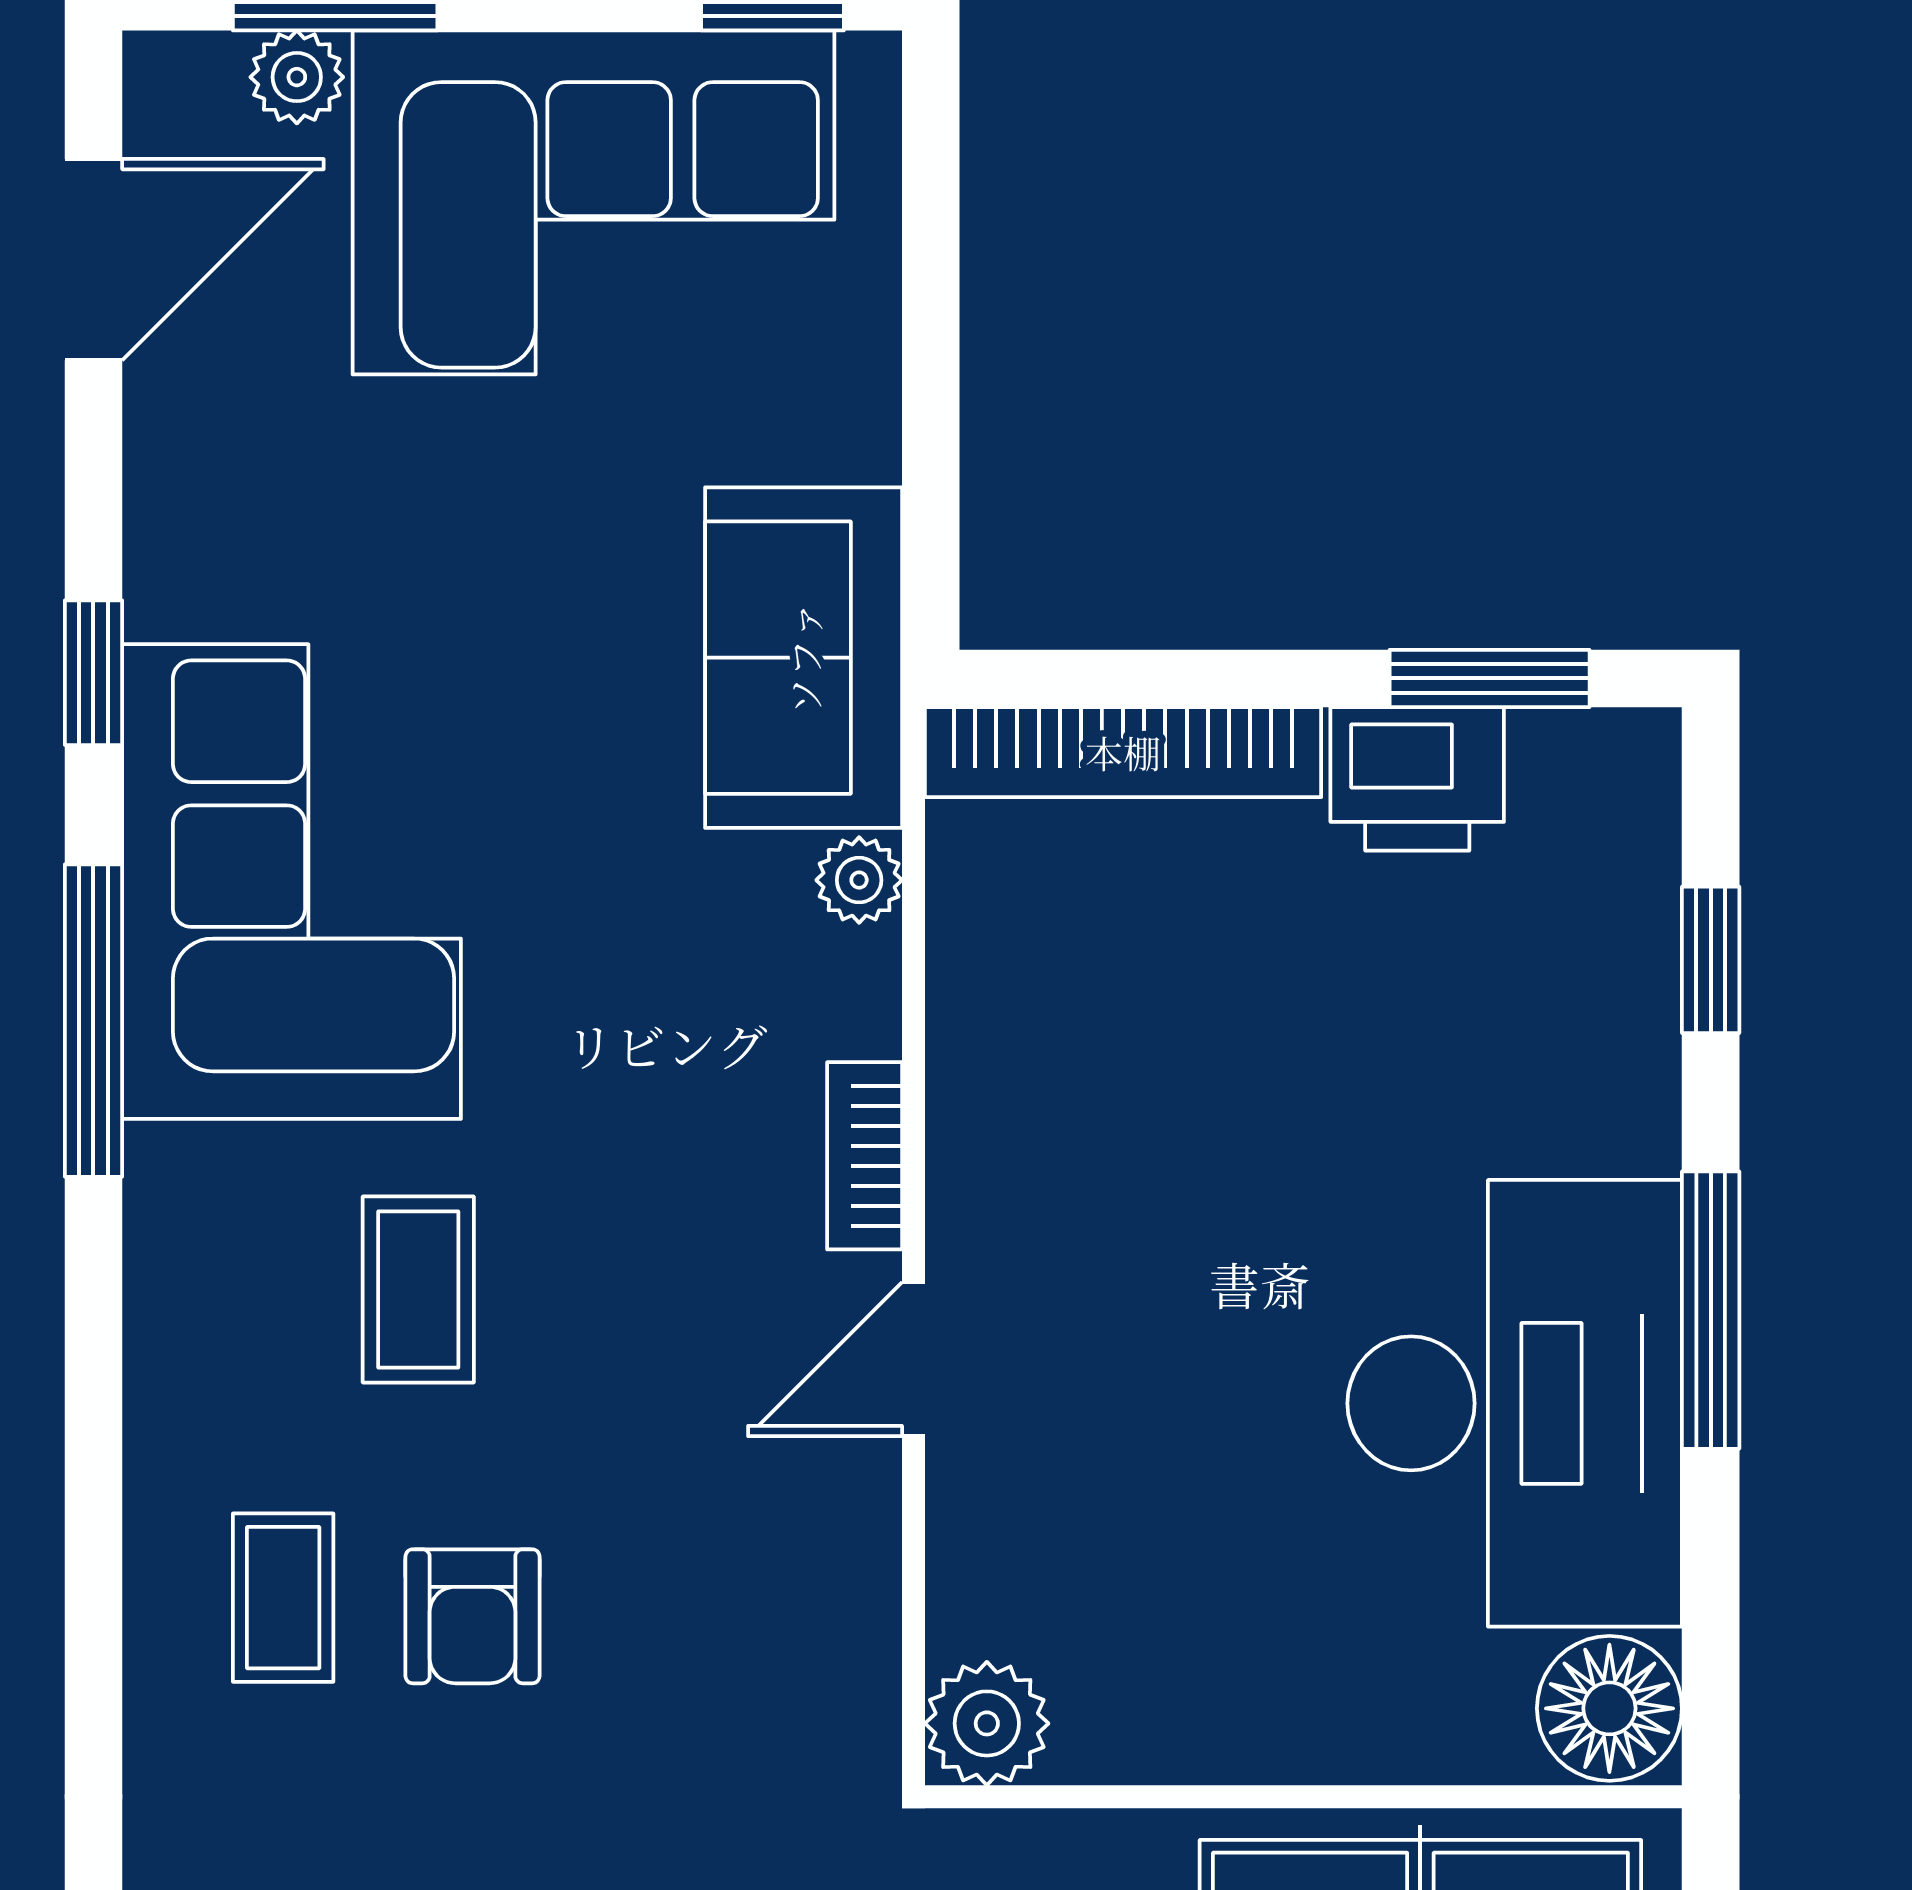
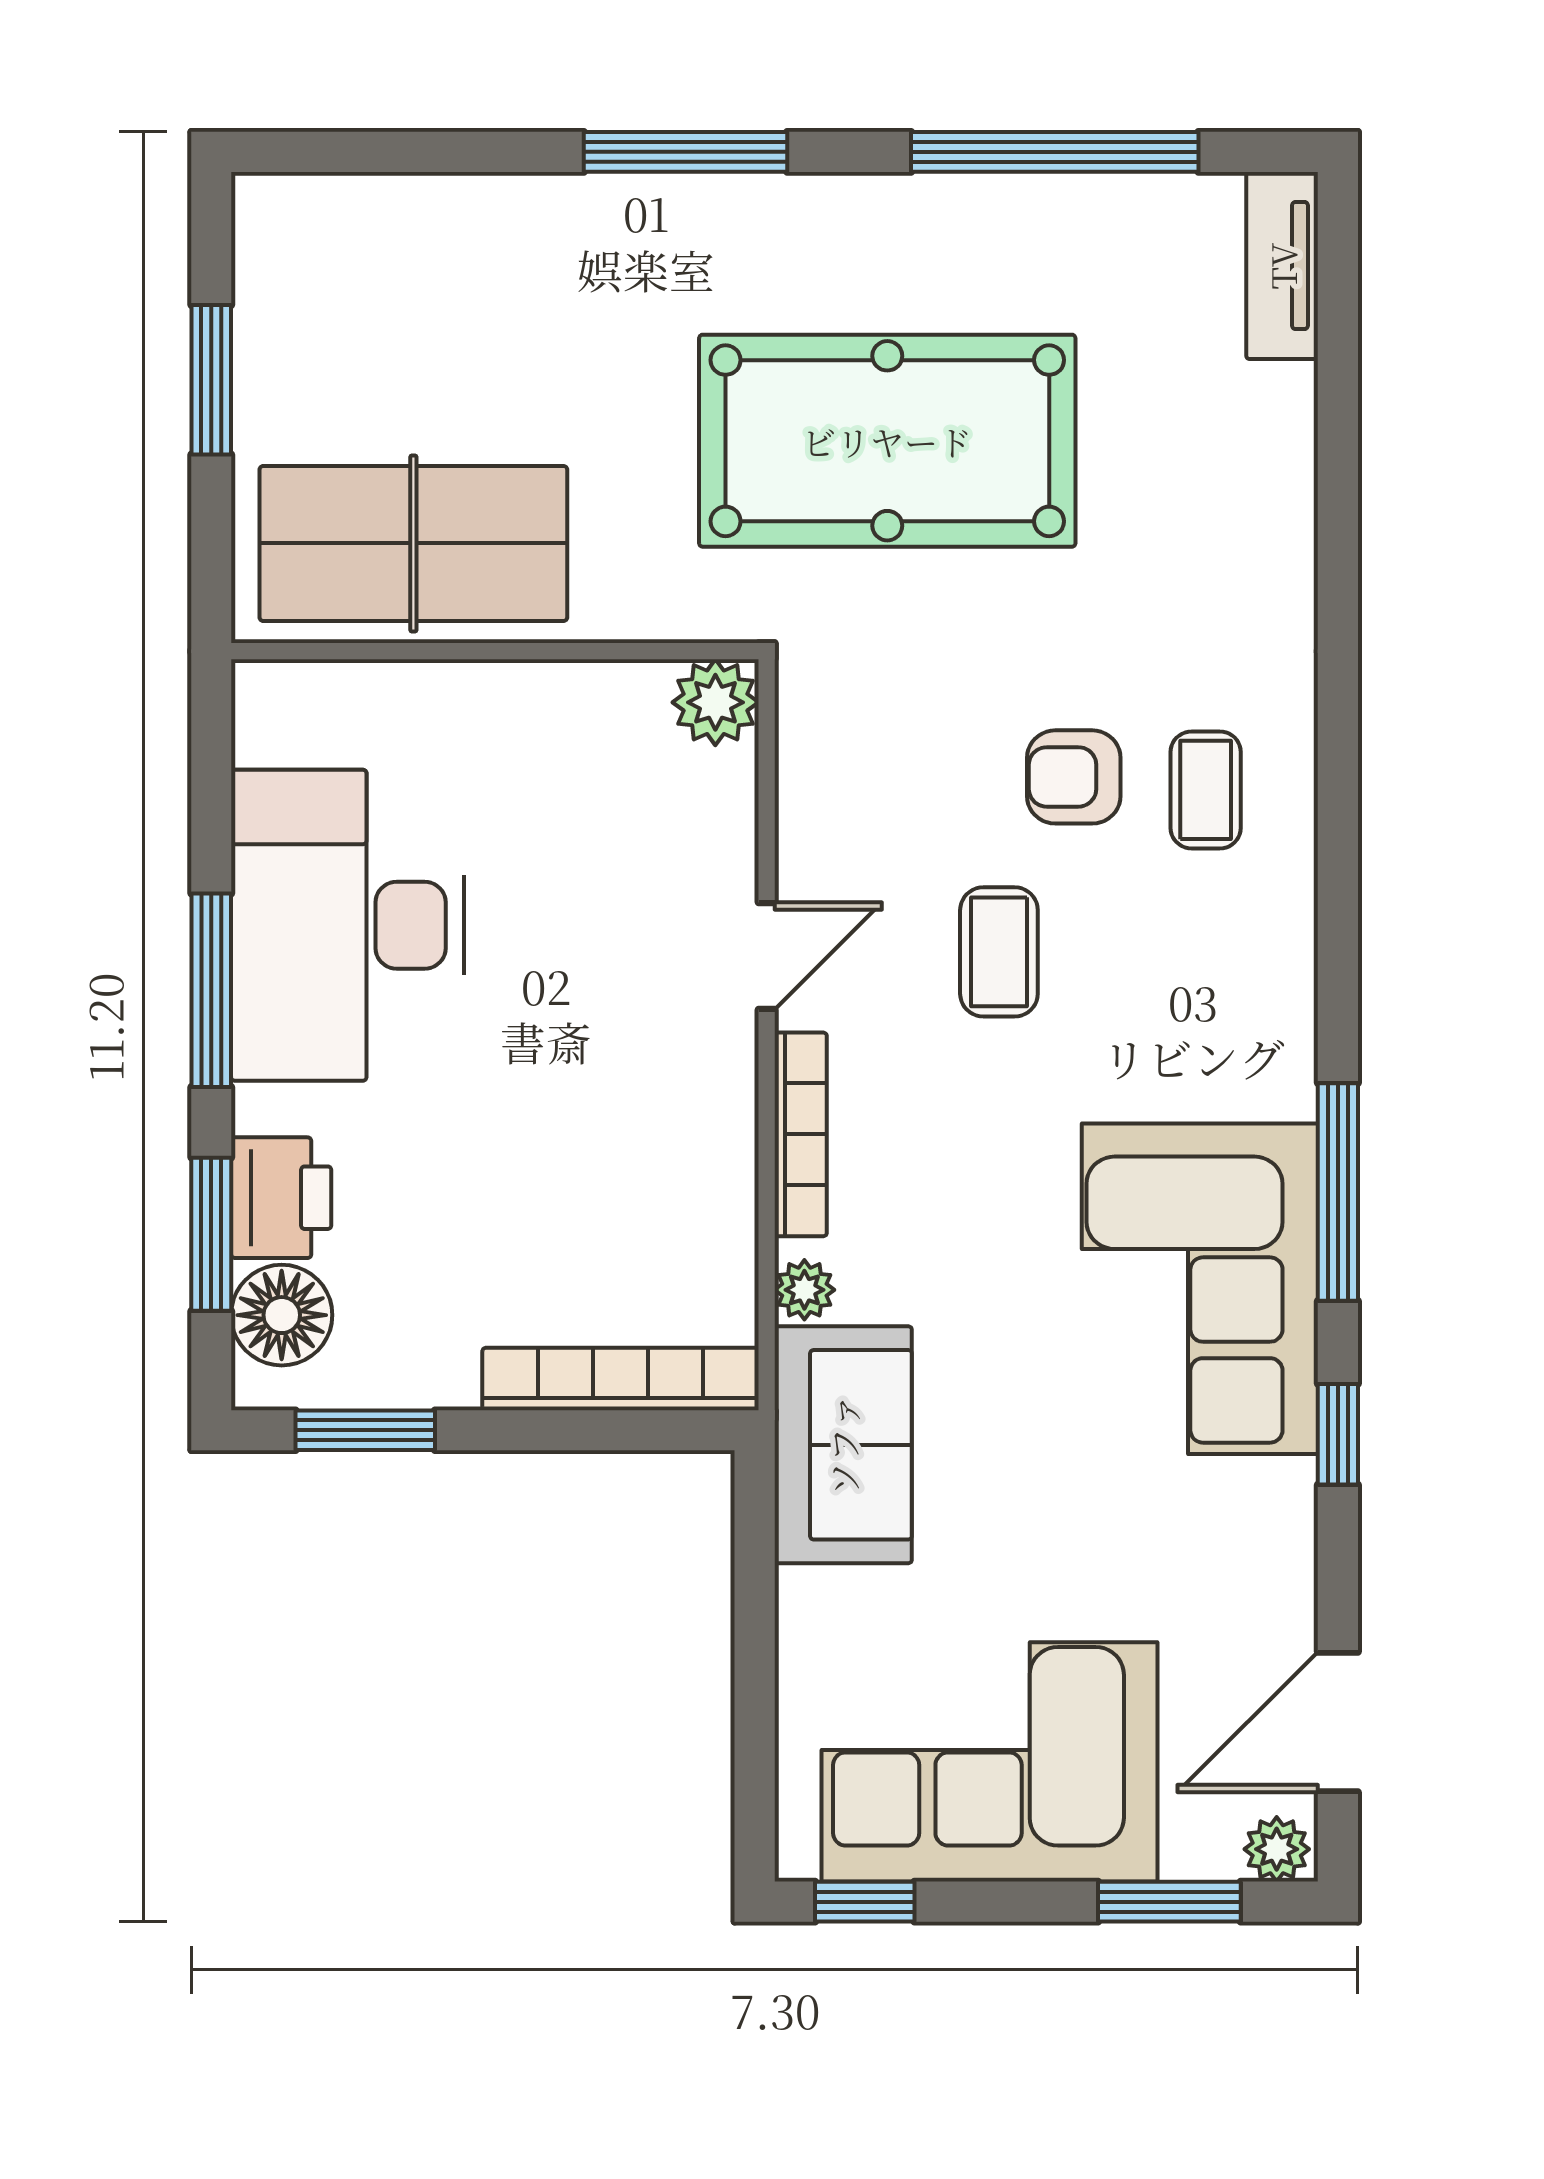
plant: (297, 77) -> (1277, 1849), moved
printer: (1417, 779) -> (281, 1198), moved, turned 90
window: (1711, 960) -> (211, 1234), width x1.50
bookcase: (865, 1156) -> (801, 1134), width x1.56
coffee table: (418, 1289) -> (999, 952), moved
armchair: (472, 1616) -> (1074, 777), turned -90
floor lamp: (1609, 1708) -> (282, 1315), moved

